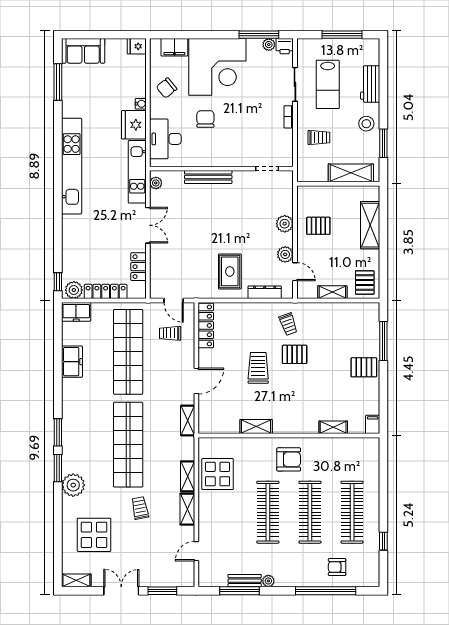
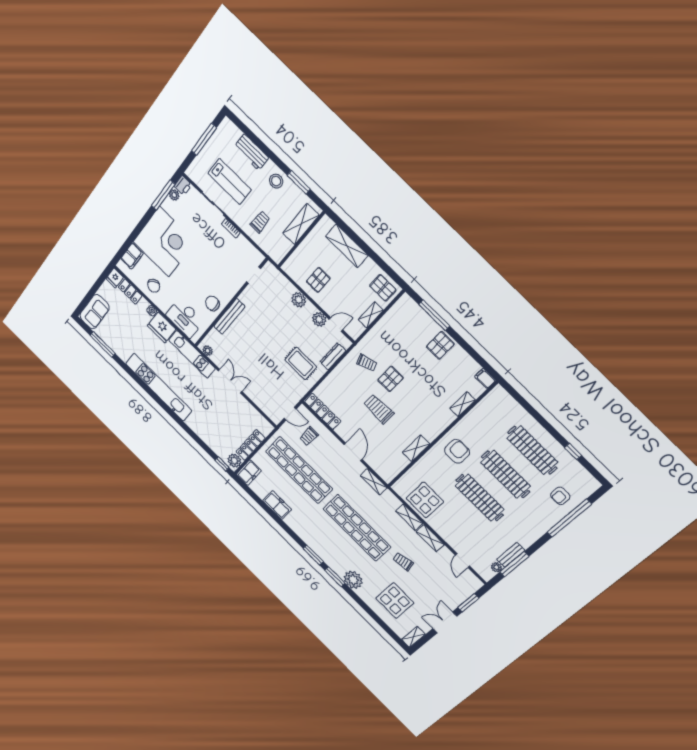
chair: (205, 119) -> (212, 303), moved
locker: (138, 267) -> (130, 291), moved
plant: (268, 581) -> (496, 567), moved

